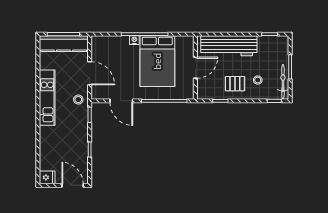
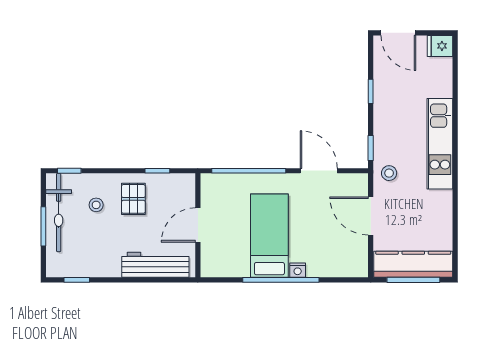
workbench: (229, 46) -> (155, 265), width x0.73, depth x0.76
bed: (157, 61) -> (269, 236), width x0.67
bicycle: (283, 82) -> (59, 212), width x1.37, depth x1.40
pallet: (235, 84) -> (133, 199), turned 90
kitchen unit: (47, 98) -> (440, 144), moved

